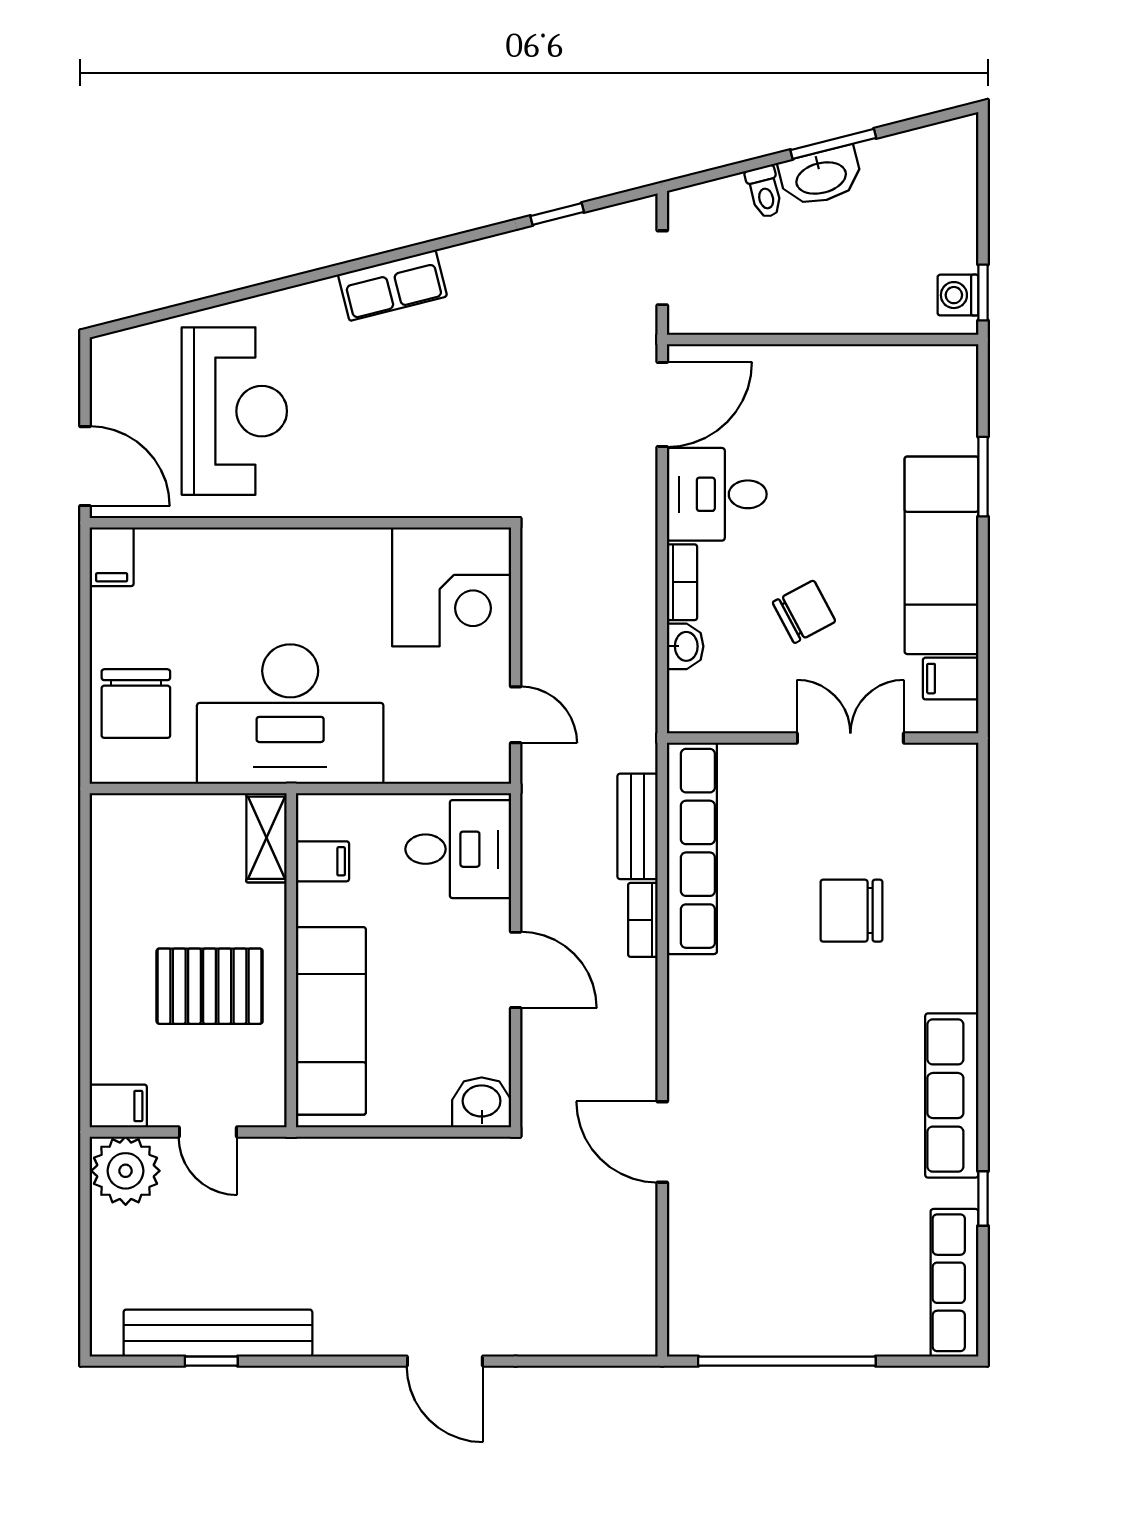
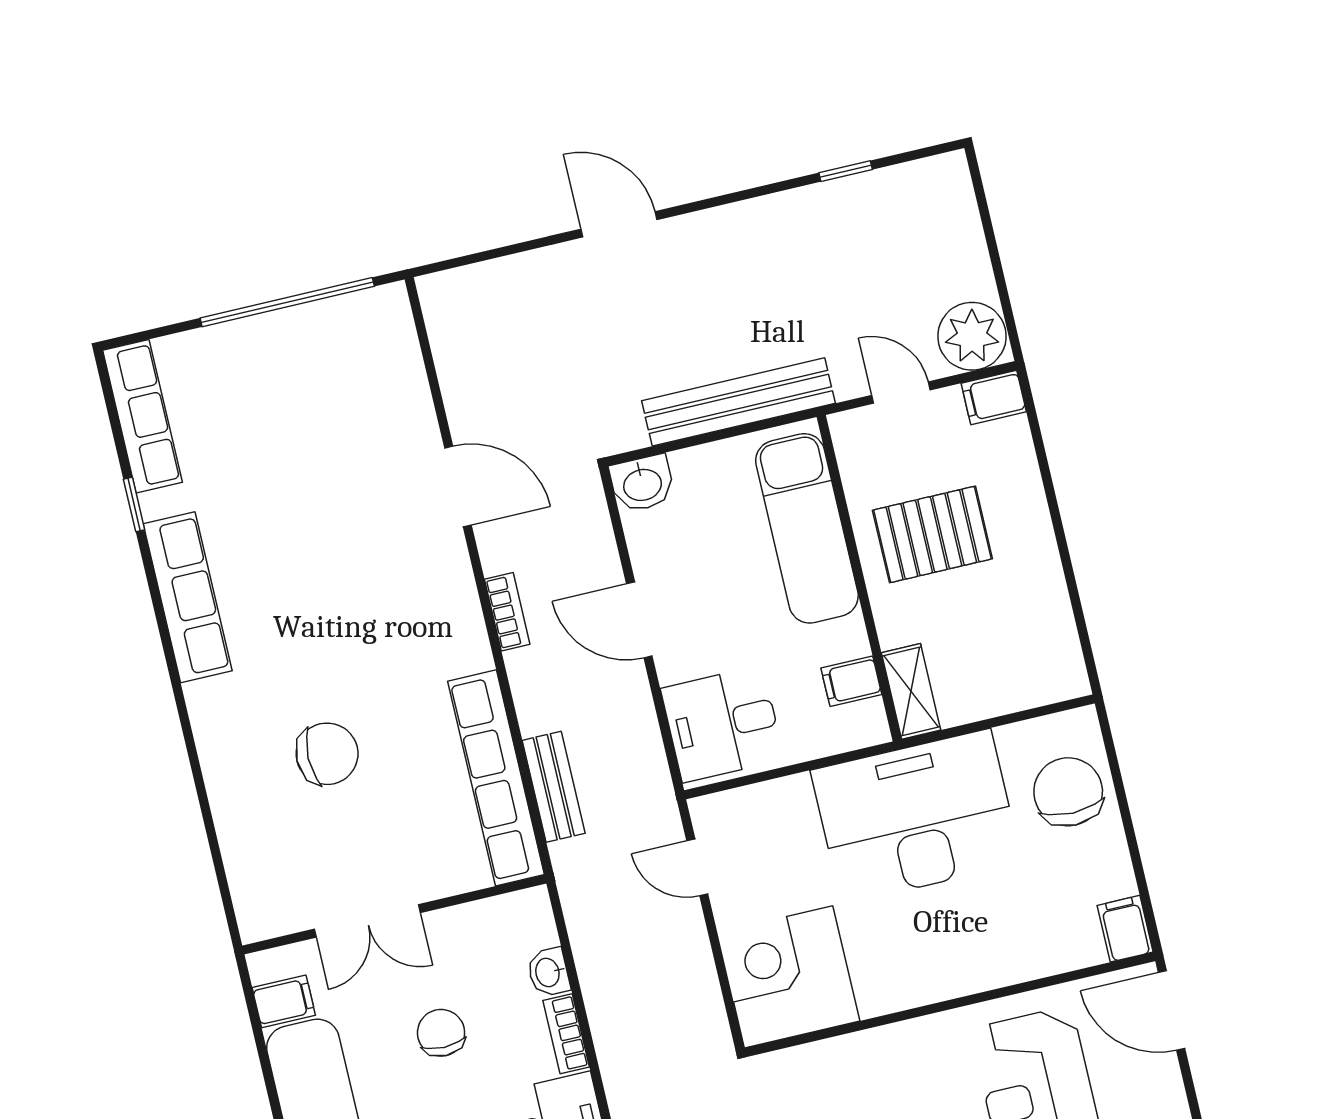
chair: (804, 612) -> (441, 1033), turned 118
bookcase: (643, 920) -> (507, 612), moved
bench: (218, 1333) -> (738, 402), moved

